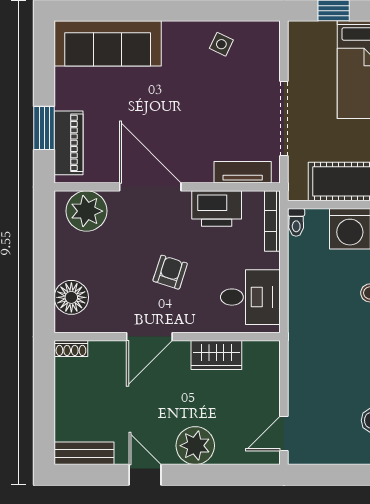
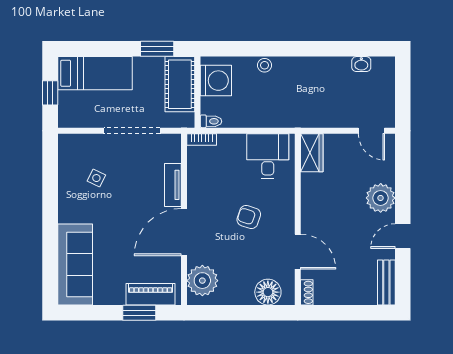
side table: (221, 44) -> (96, 178), moved
tv unit: (243, 172) -> (173, 185), moved
printer: (217, 209) -> (200, 182), removed
bookcase: (272, 221) -> (202, 139), width x0.64
door: (149, 337) -> (298, 252), moved
wardrobe: (216, 355) -> (312, 153), moved

